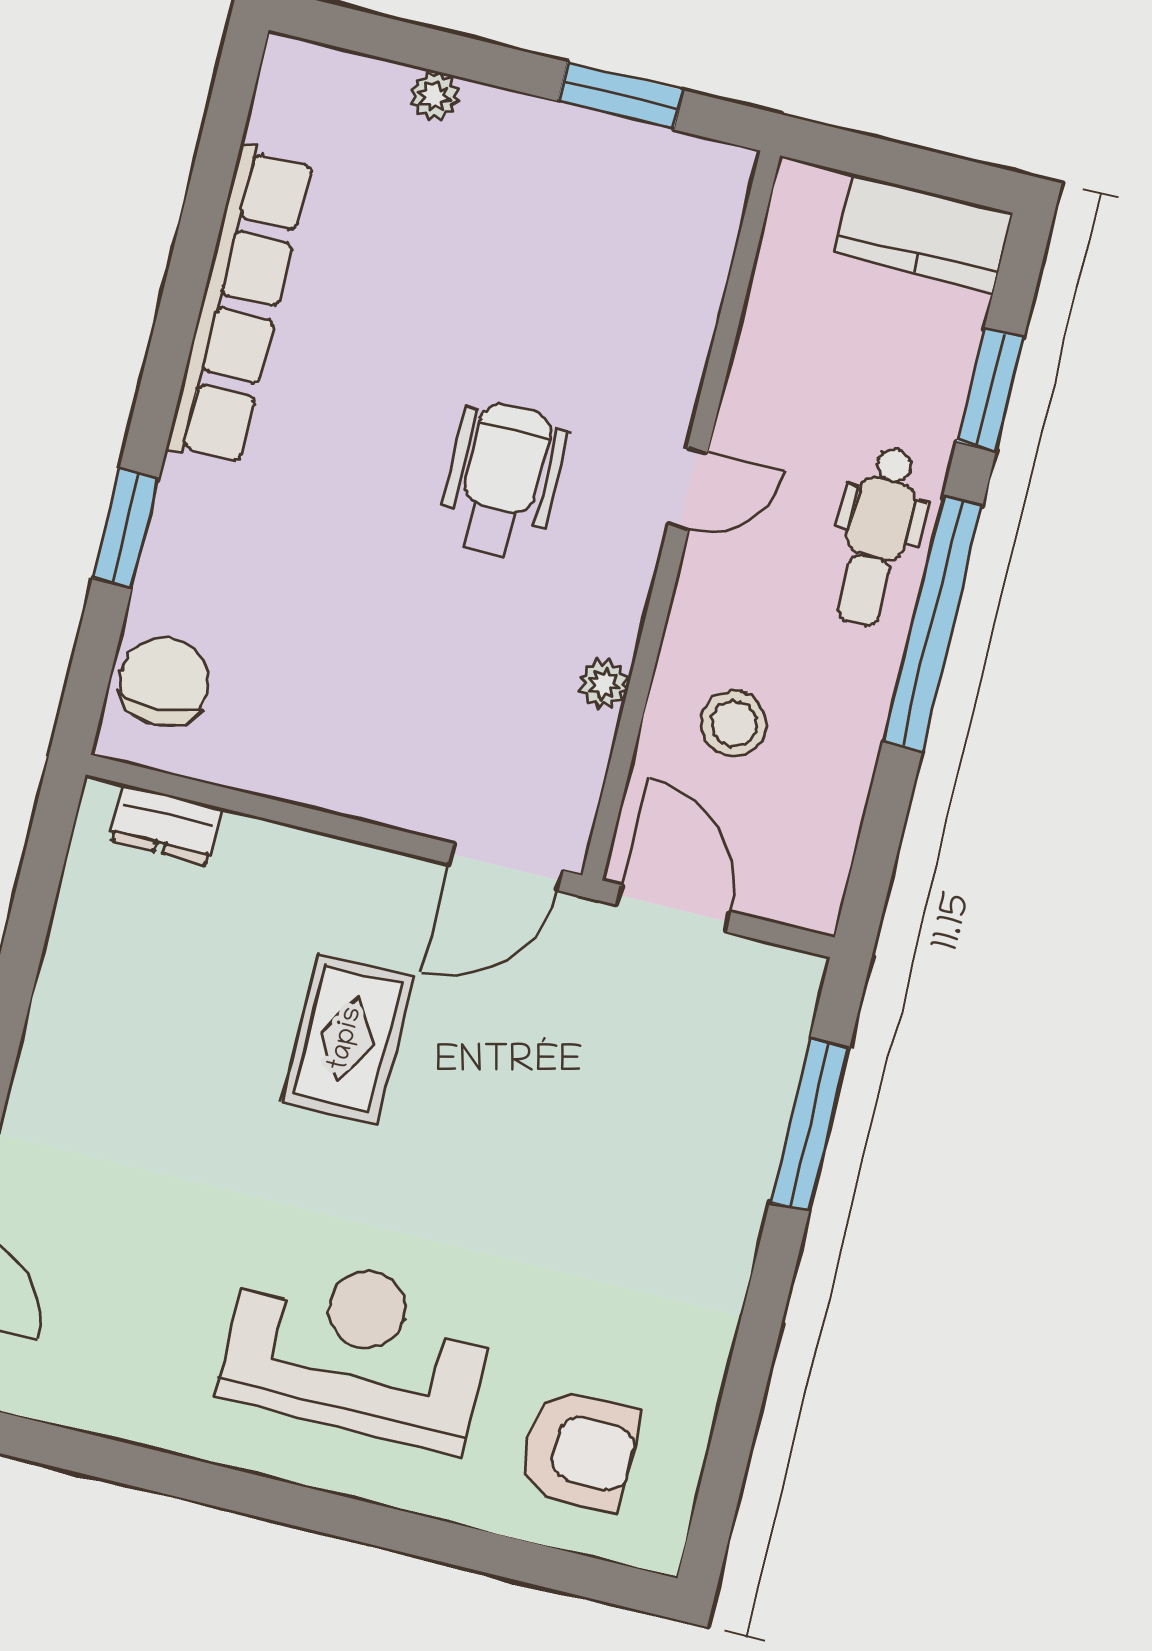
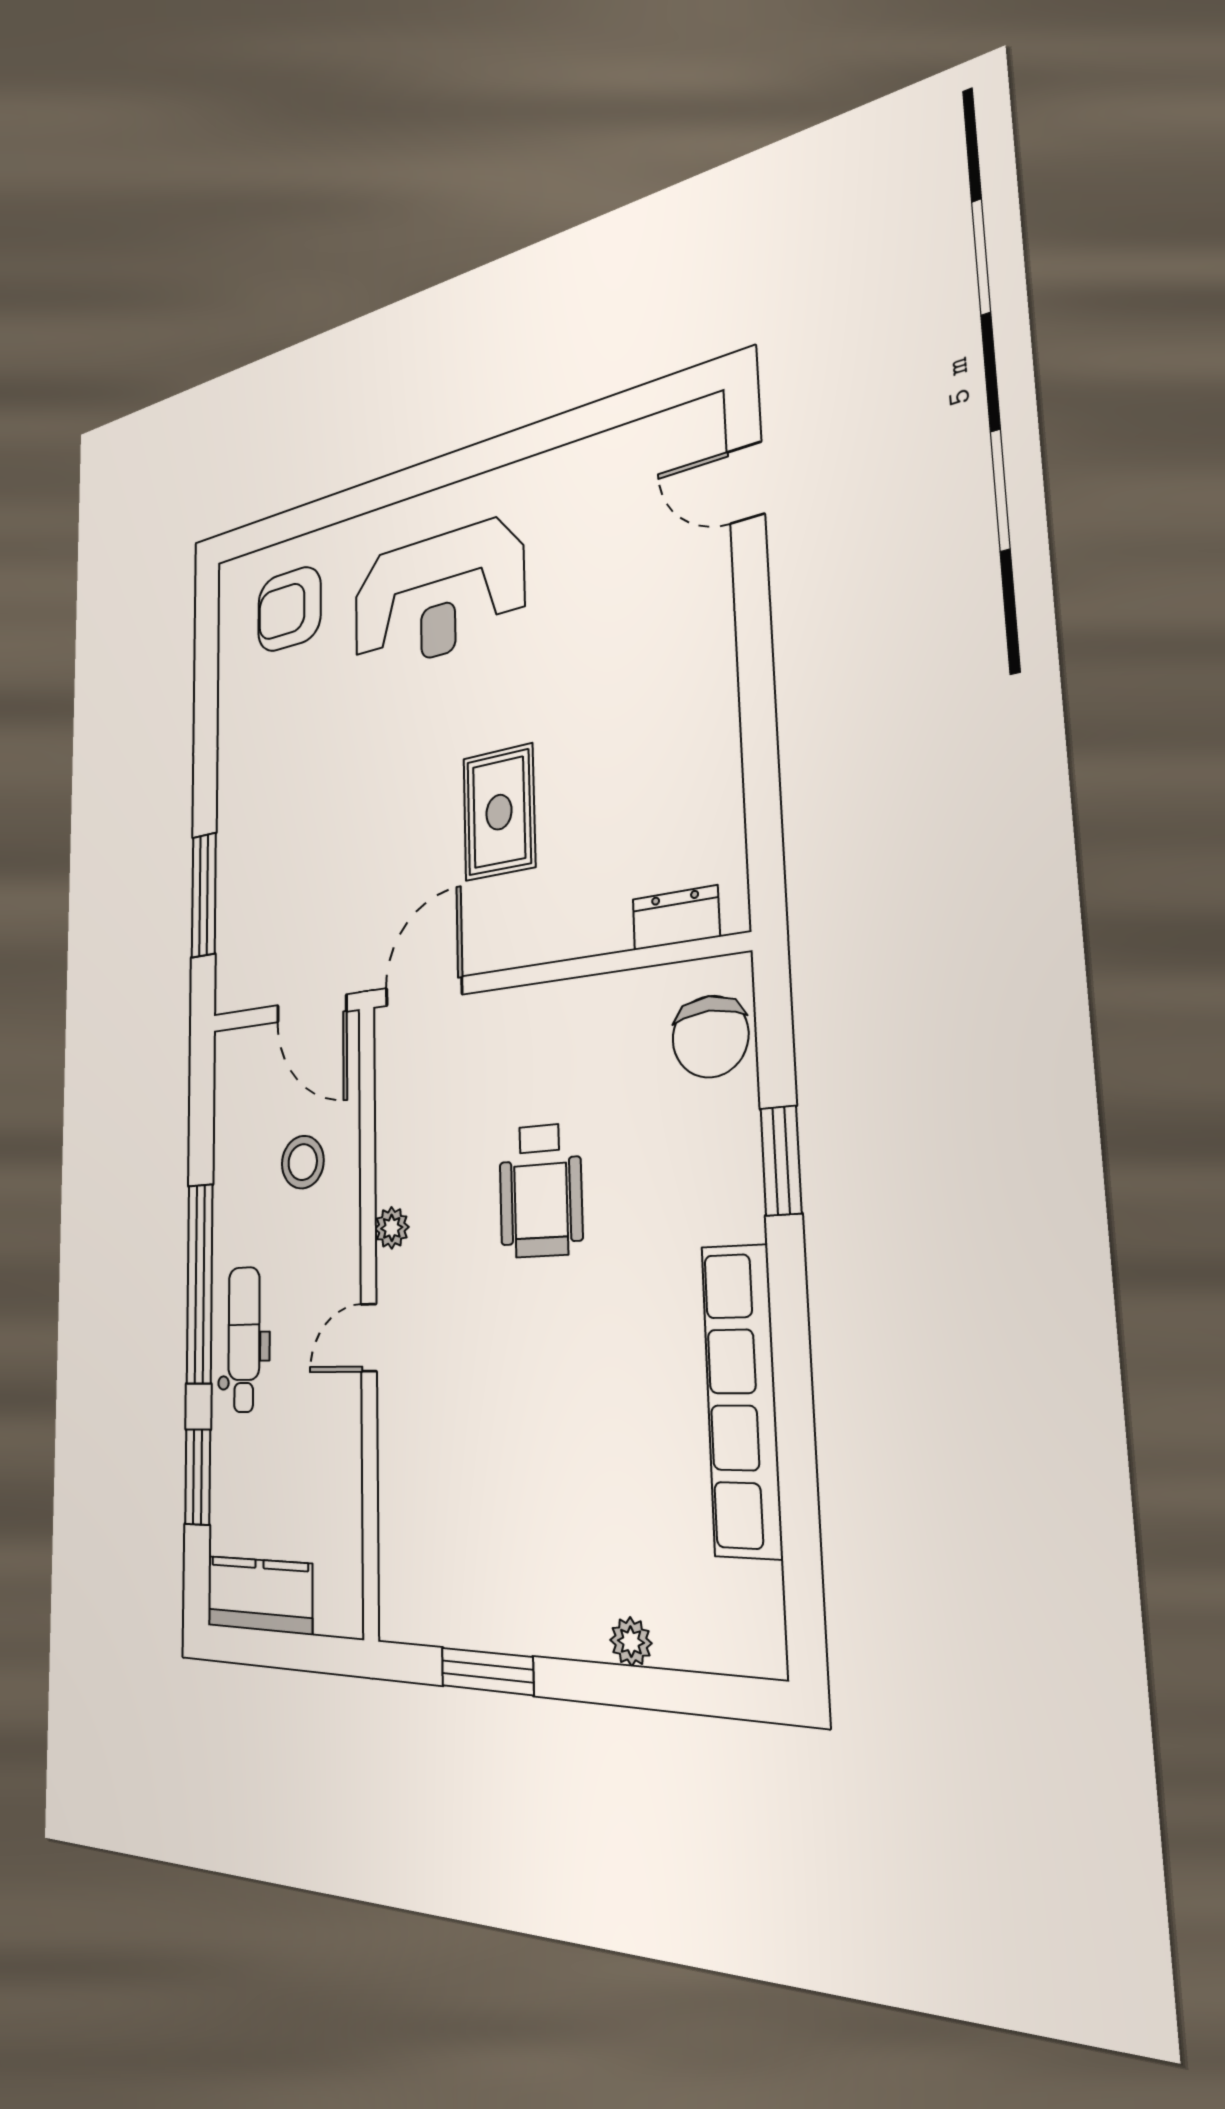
wheelchair: (502, 480) -> (540, 1191), moved
plant: (604, 684) -> (392, 1228), moved

